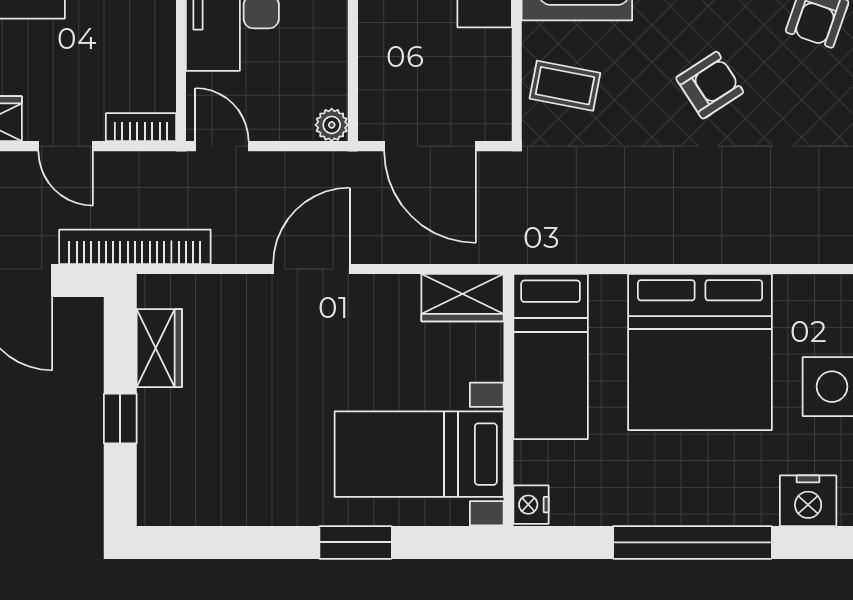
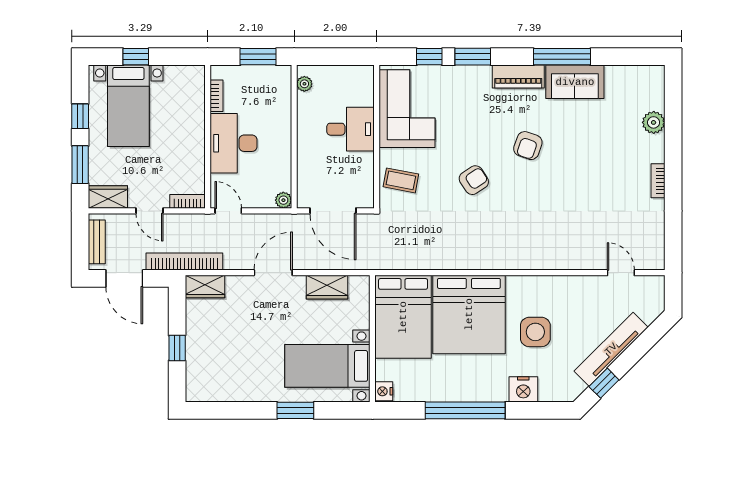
wardrobe: (463, 298) -> (327, 287), moved
wardrobe: (159, 348) -> (205, 287), moved, turned 90
bed: (551, 357) -> (403, 317), width x1.50

